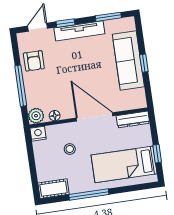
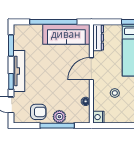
sofa: (128, 61) -> (66, 34), moved
window: (144, 63) -> (53, 22), width x3.17
plant: (36, 116) -> (59, 117), moved
door: (95, 117) -> (91, 69), width x0.73

